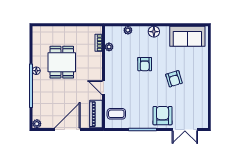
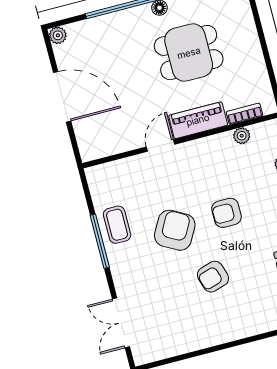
piano: (96, 114) -> (198, 120), moved
coffee table: (116, 114) -> (117, 225), moved
armchair: (163, 116) -> (175, 230), moved, turned -61

